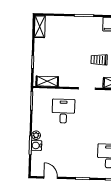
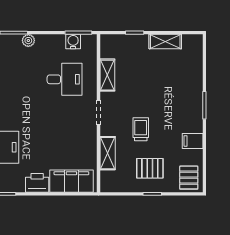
shelving: (40, 27) -> (165, 42), moved
shelving: (47, 81) -> (107, 75), moved
water cooler: (36, 145) -> (73, 42), moved

